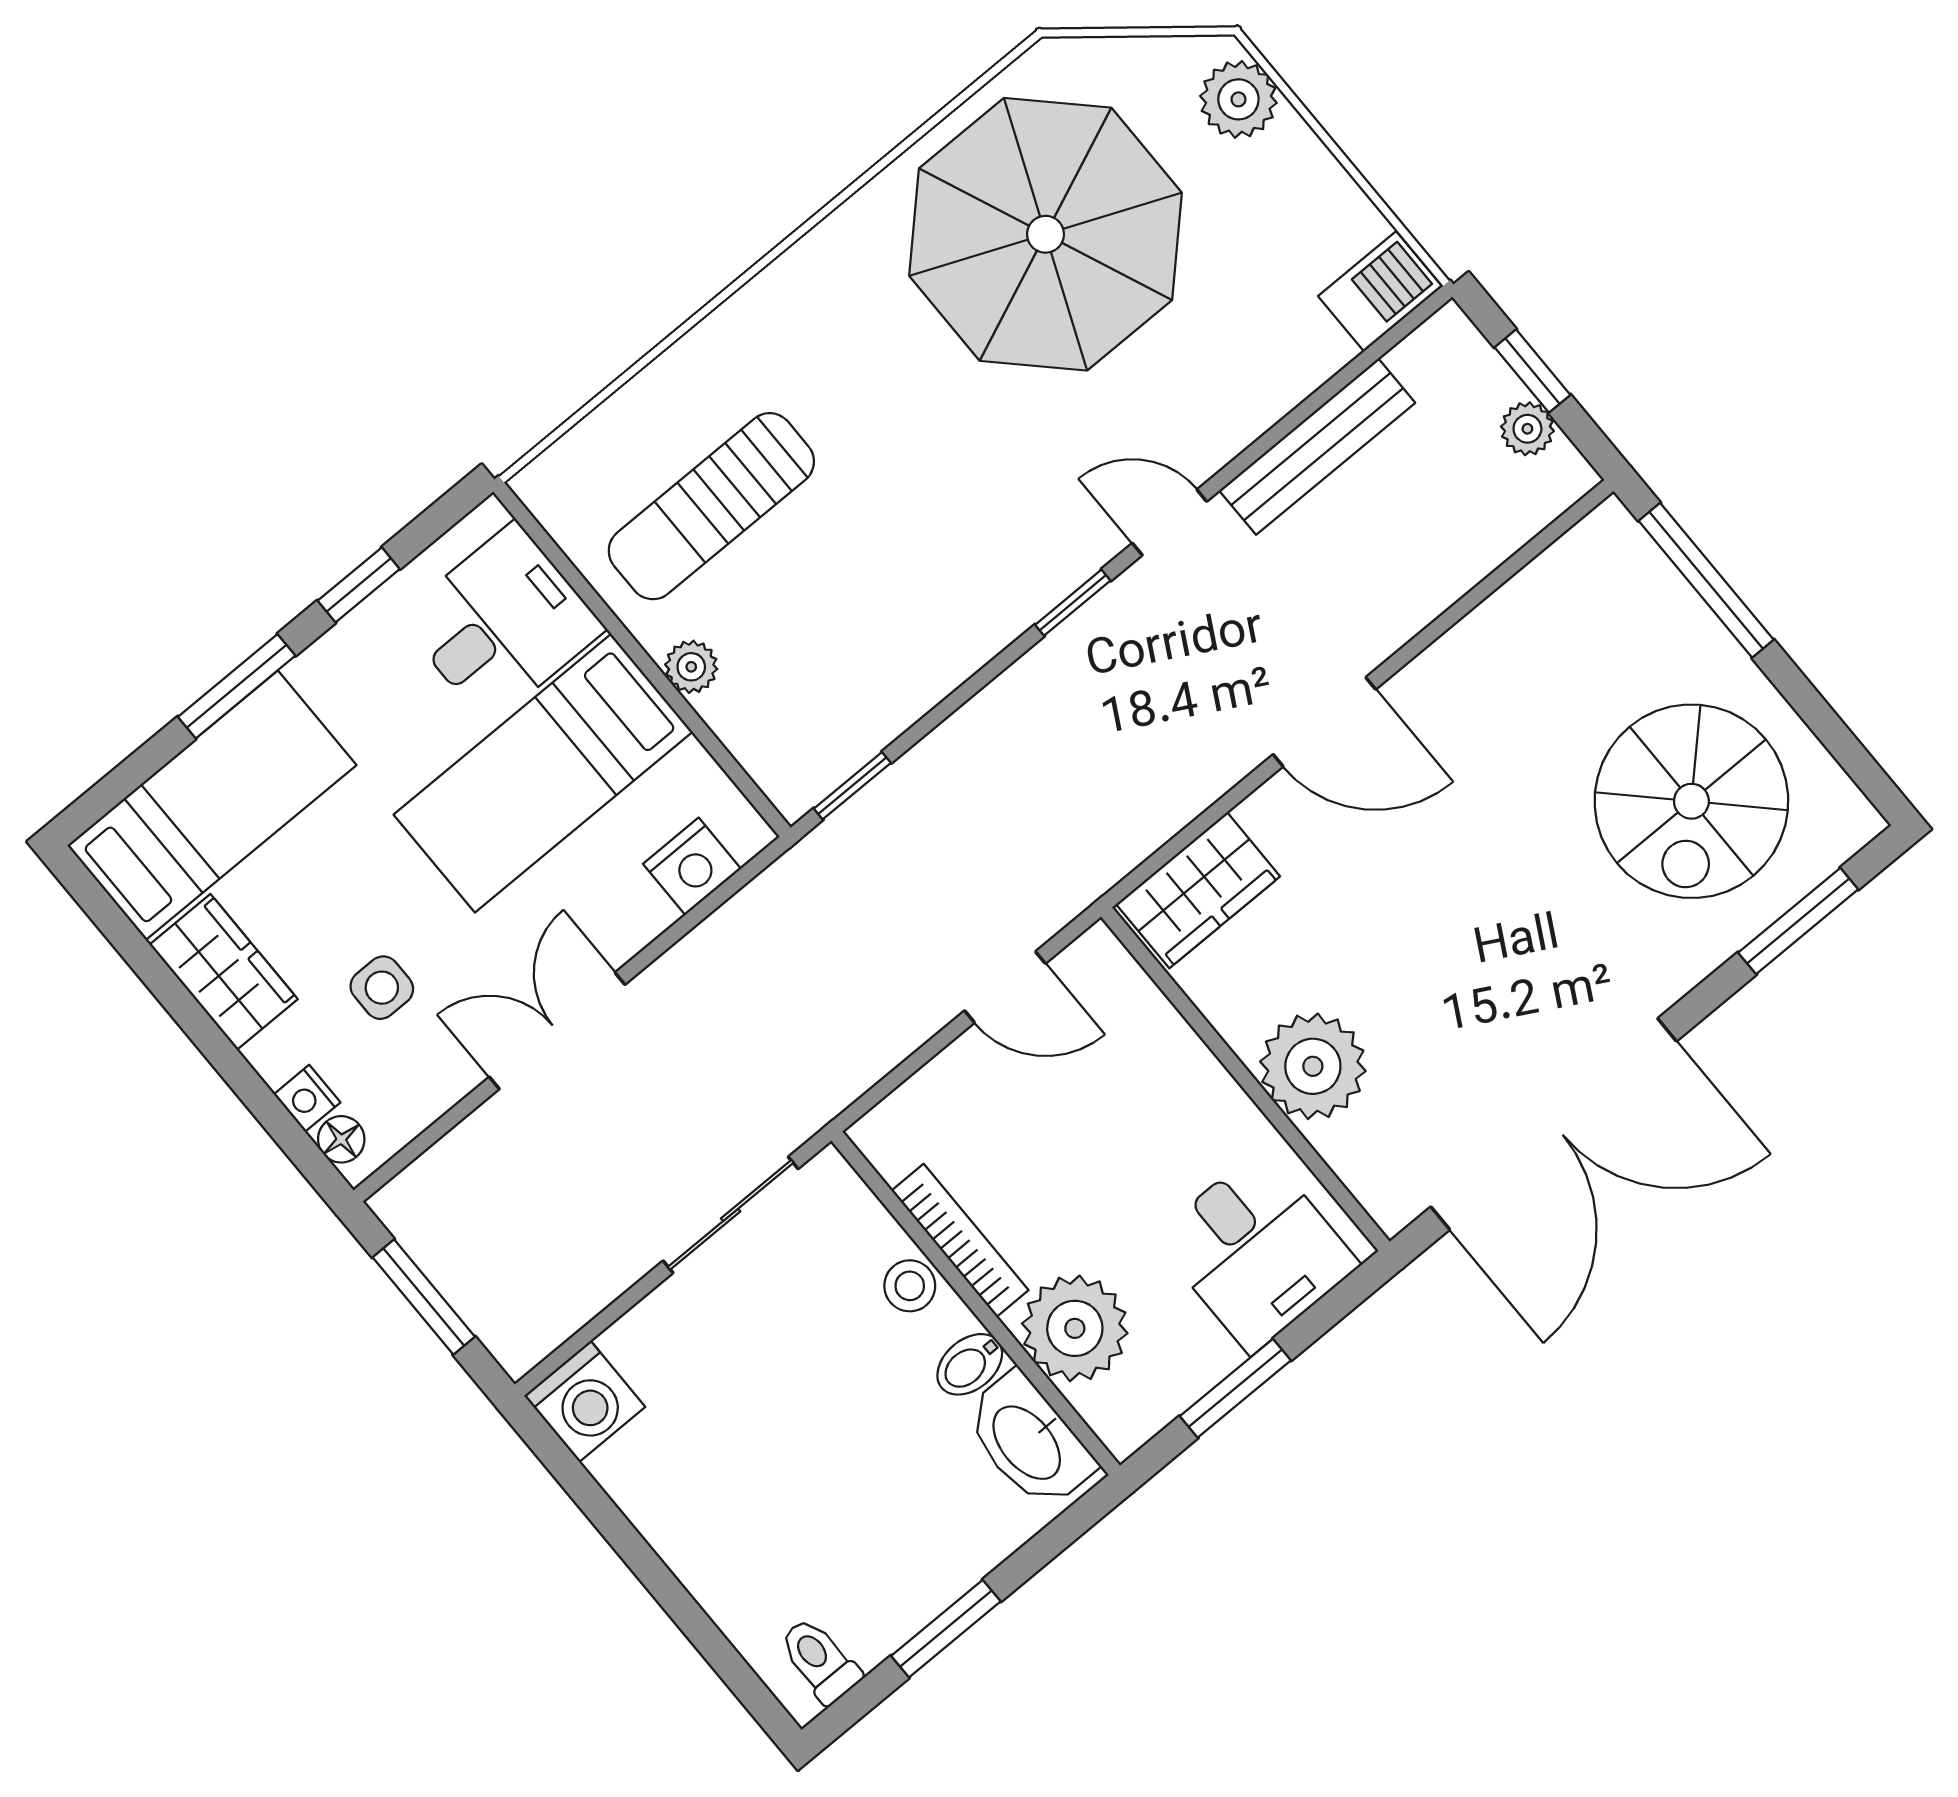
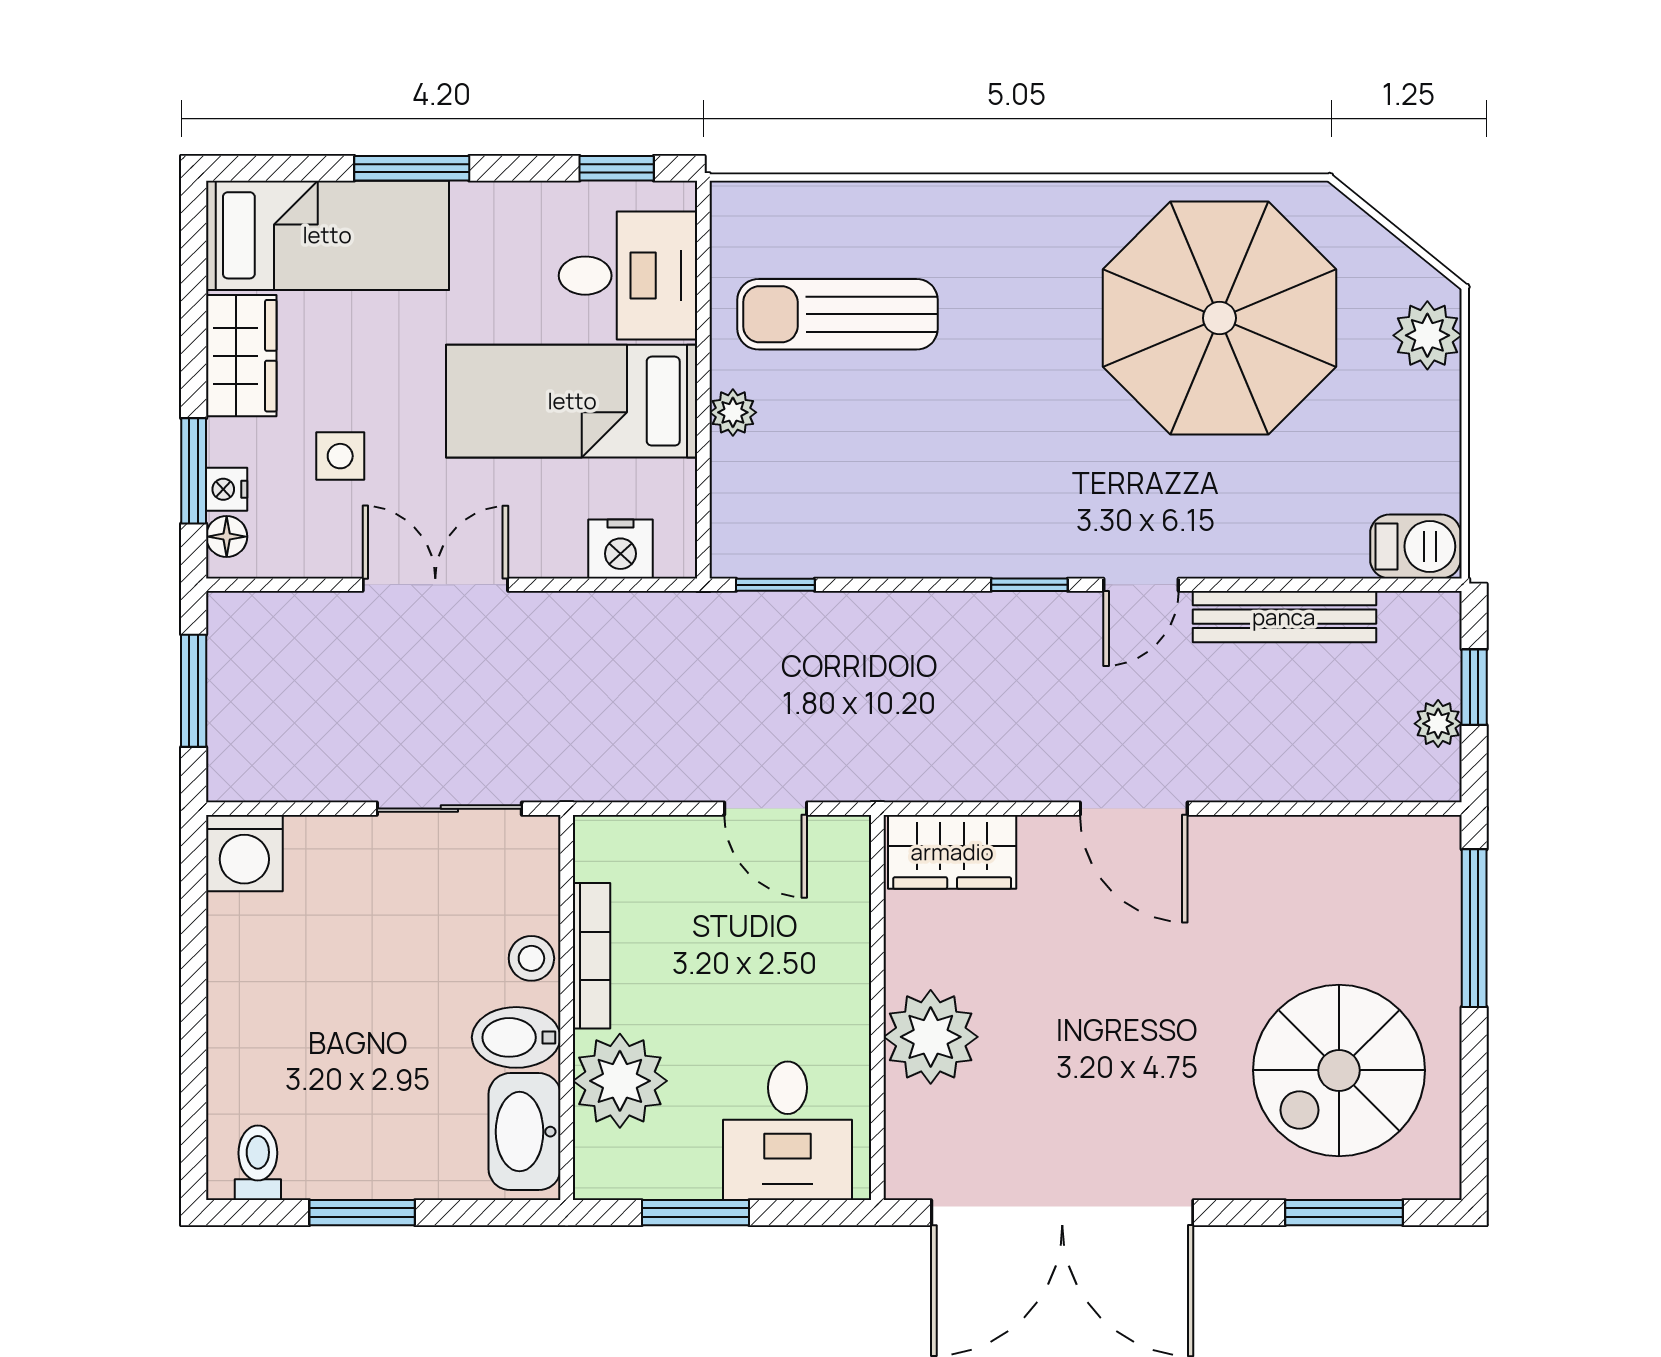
door: (1170, 522) -> (1141, 585), swing flipped
window: (359, 585) -> (617, 168), moved
window: (265, 1106) -> (194, 471), added
bidet: (970, 1364) -> (516, 1037), width x1.38, depth x1.36

